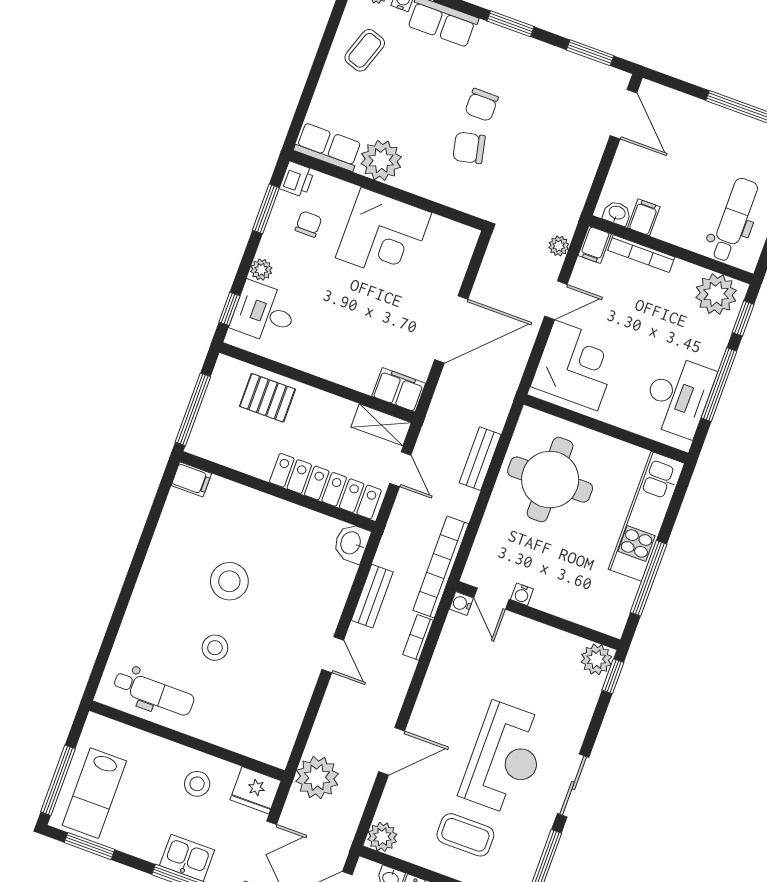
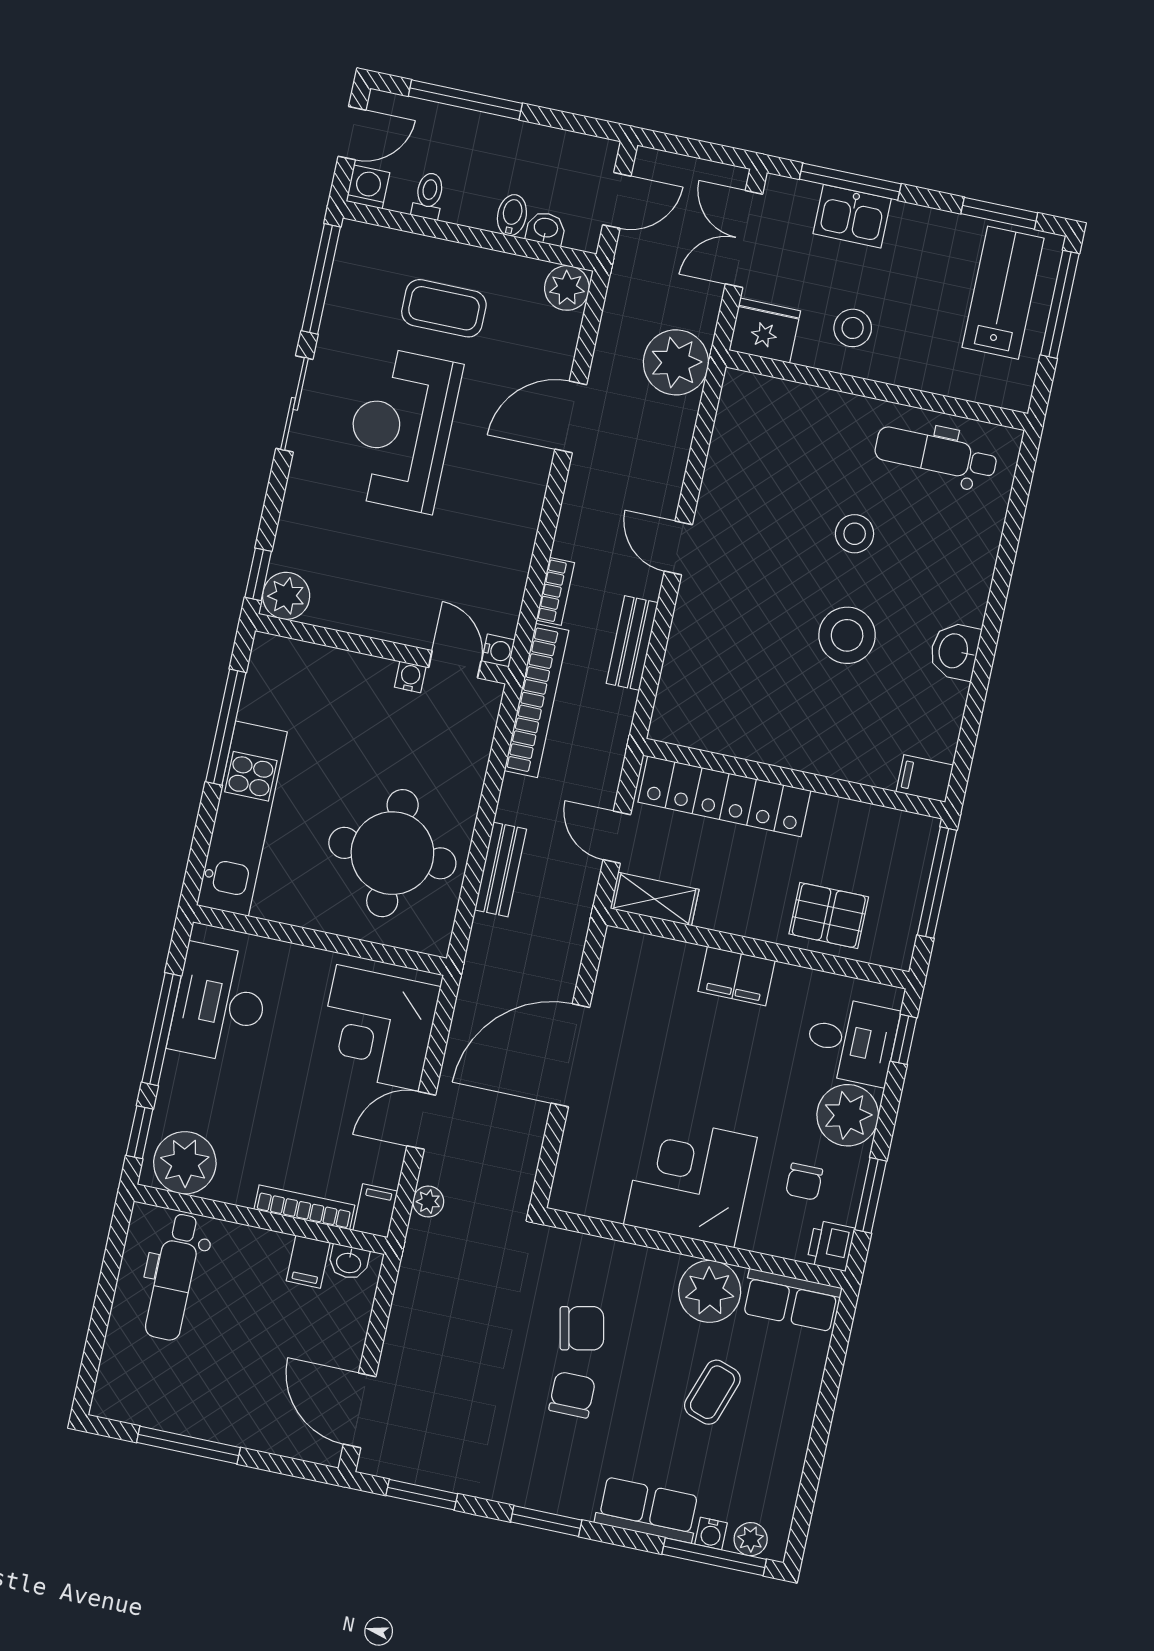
coffee table: (365, 50) -> (712, 1392), moved
plant: (261, 270) -> (848, 1115), width x1.88, depth x1.88
filing cabinet: (399, 390) -> (737, 976), moved
washbasin: (351, 543) -> (955, 651), moved, turned 180

